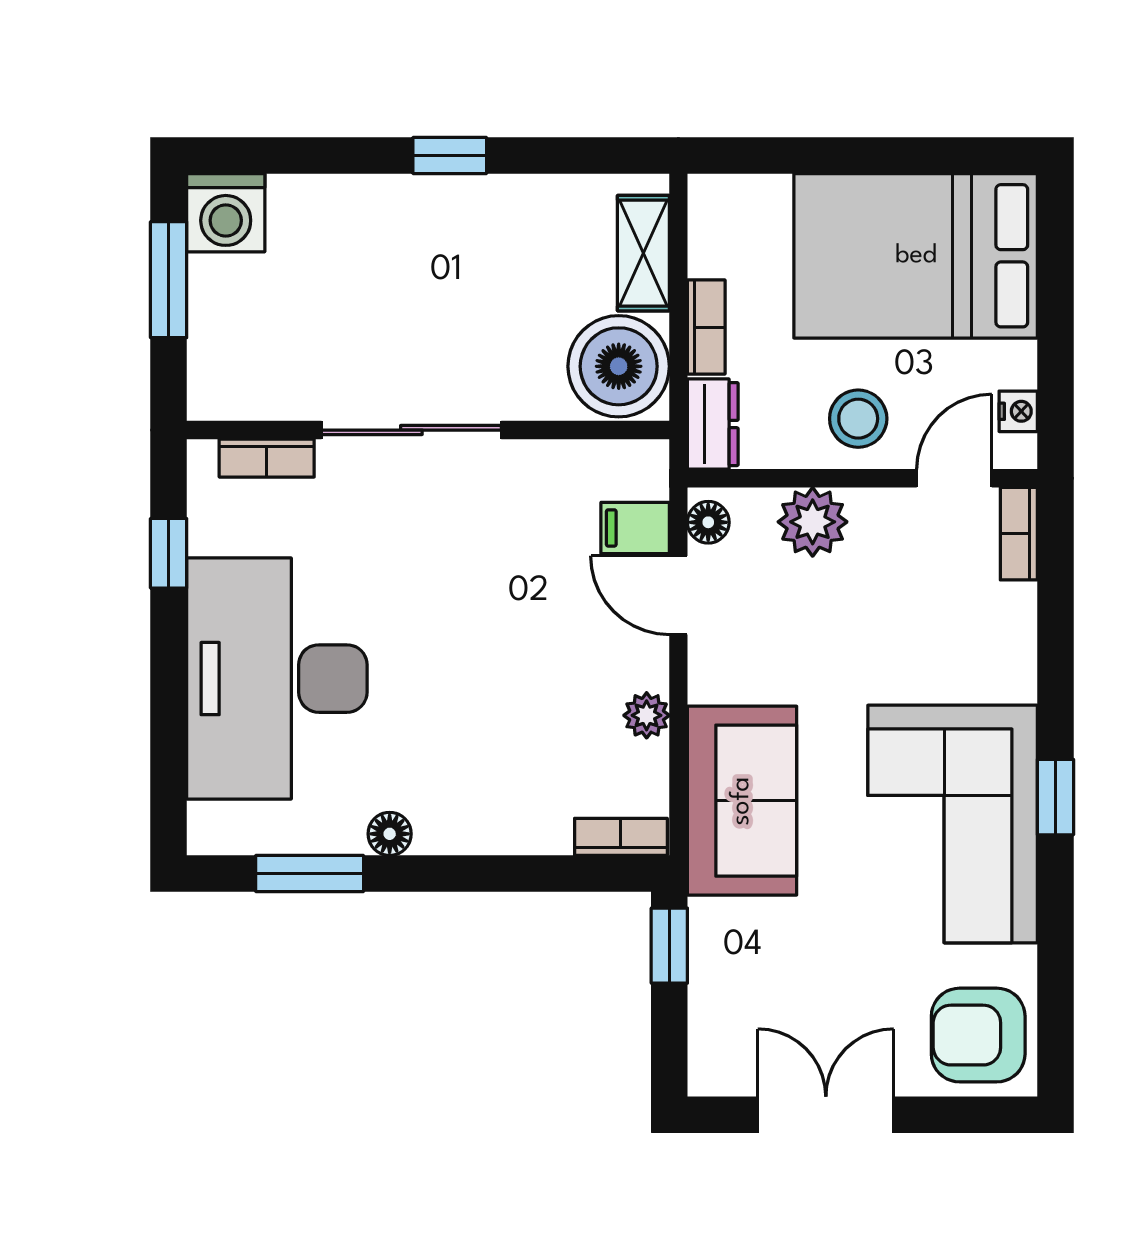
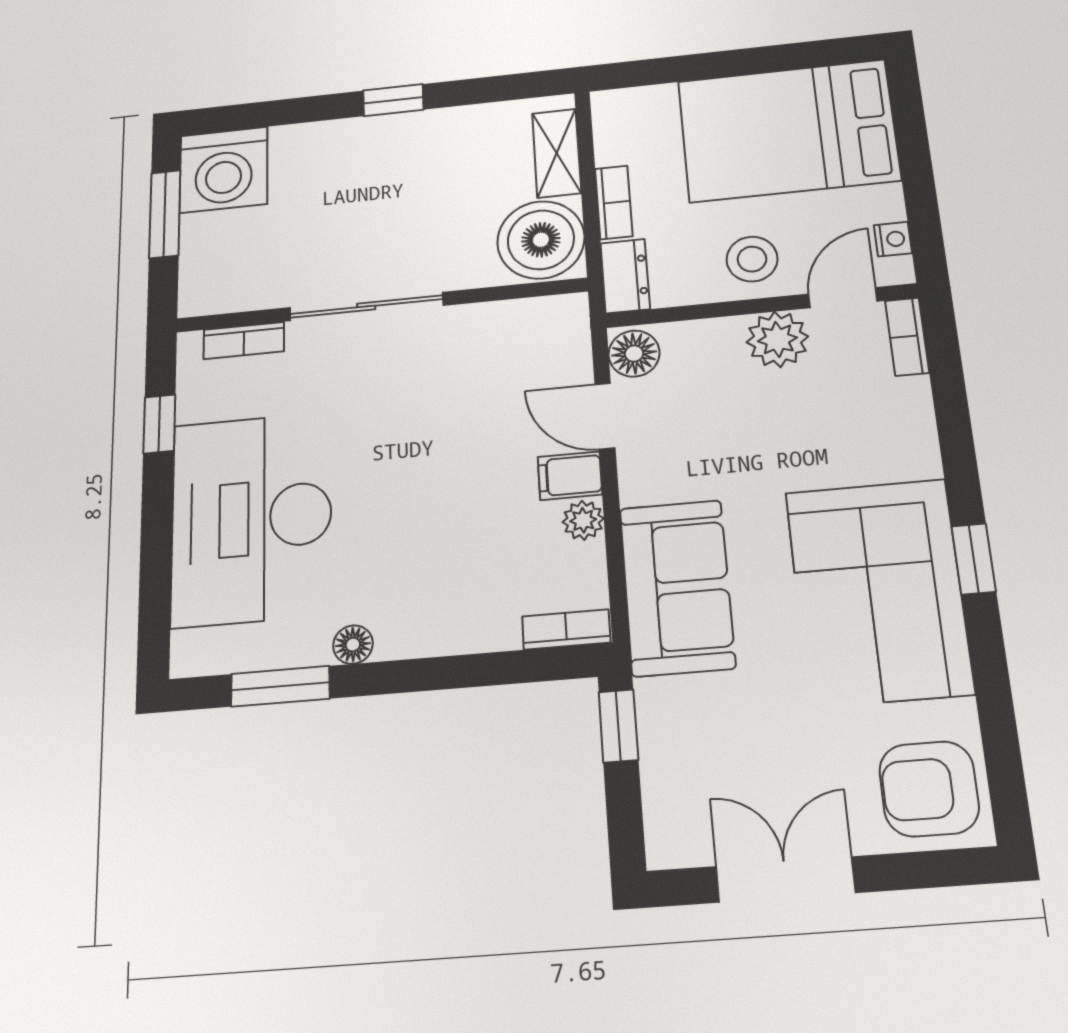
washing machine: (226, 213) -> (224, 170), width x1.37, depth x1.37
floor lamp: (708, 522) -> (634, 354), width x1.37, depth x1.37
plant: (813, 522) -> (777, 339), moved
filing cabinet: (635, 528) -> (570, 476), moved

